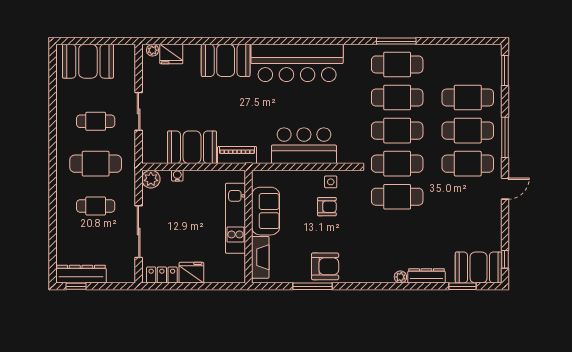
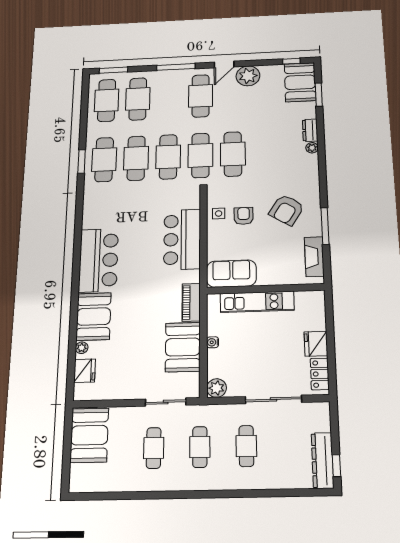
window: (396, 41) -> (82, 161), width x0.69
plant: (153, 50) -> (82, 348), moved
booth: (88, 61) -> (89, 435), moved
bar counter: (297, 63) -> (98, 260), width x0.73
sliding door: (139, 111) -> (166, 402), moved
cafe table: (468, 131) -> (107, 100), moved
cafe table: (96, 164) -> (200, 447), width x0.73, depth x0.74
water cooler: (177, 176) -> (213, 342), moved
door: (505, 189) -> (224, 65), swing flipped
sofa: (266, 211) -> (231, 274), moved
plant: (489, 213) -> (248, 76), added
fireplace: (260, 257) -> (314, 257), moved, turned -90
armchair: (325, 266) -> (287, 210), moved, turned -148
dresser: (426, 276) -> (310, 130), width x0.70

